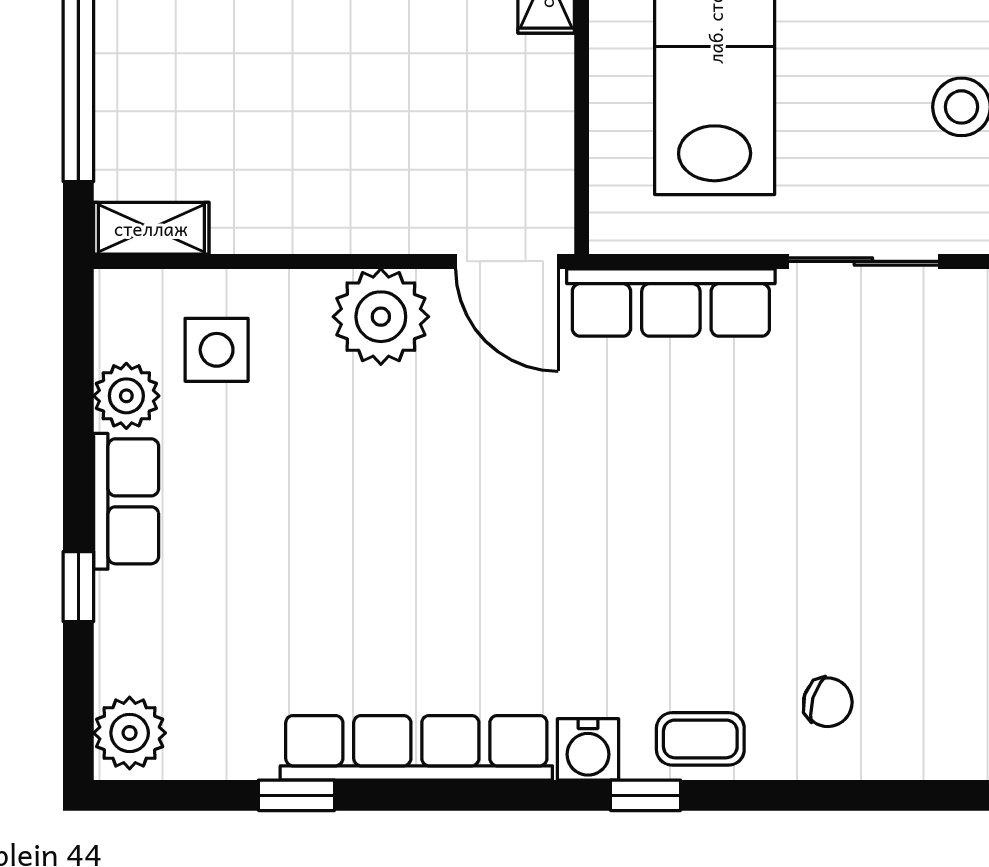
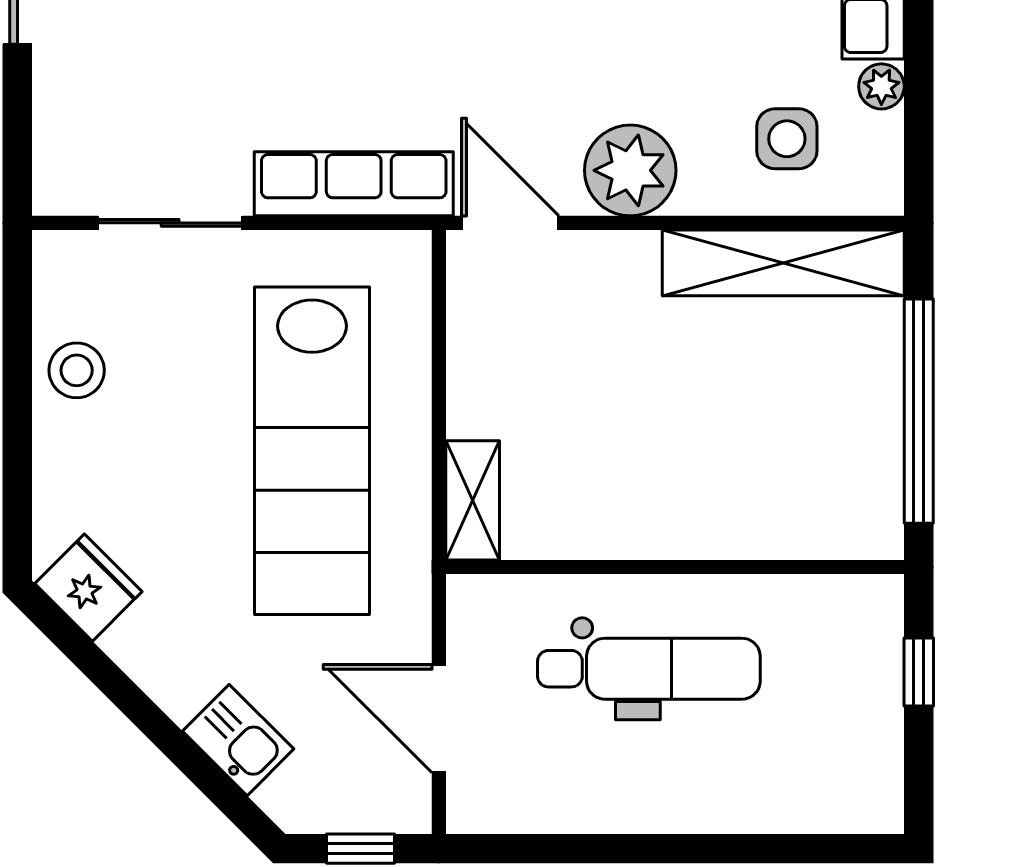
shelving: (151, 228) -> (783, 263), width x2.20, depth x1.33
plant: (126, 396) -> (881, 86), width x0.73, depth x0.73

